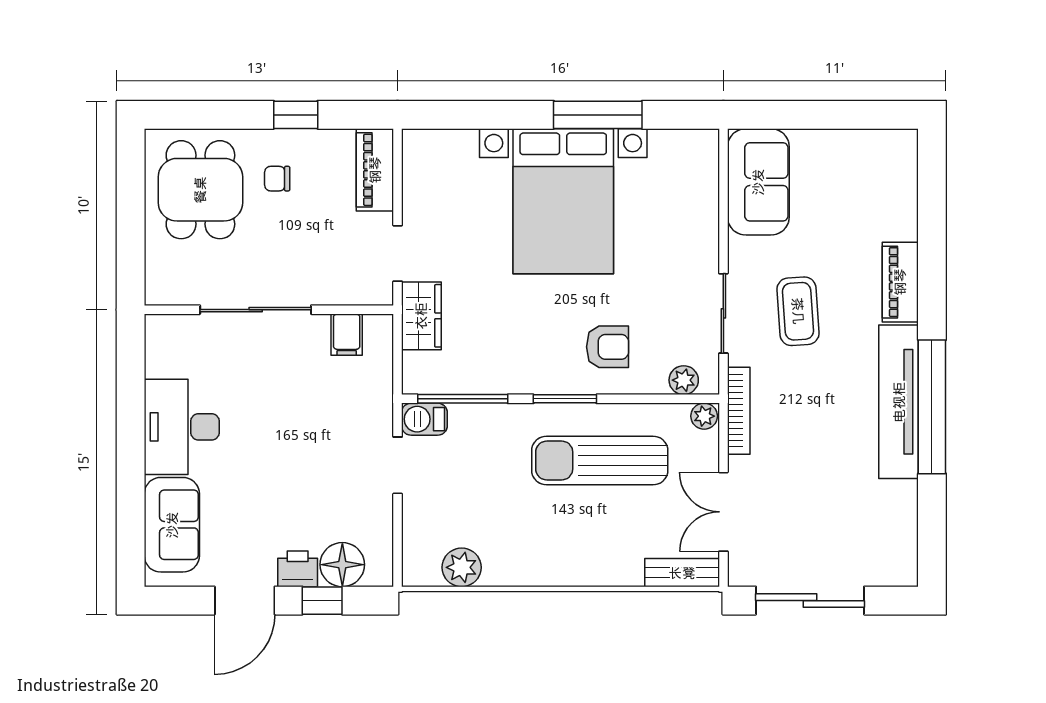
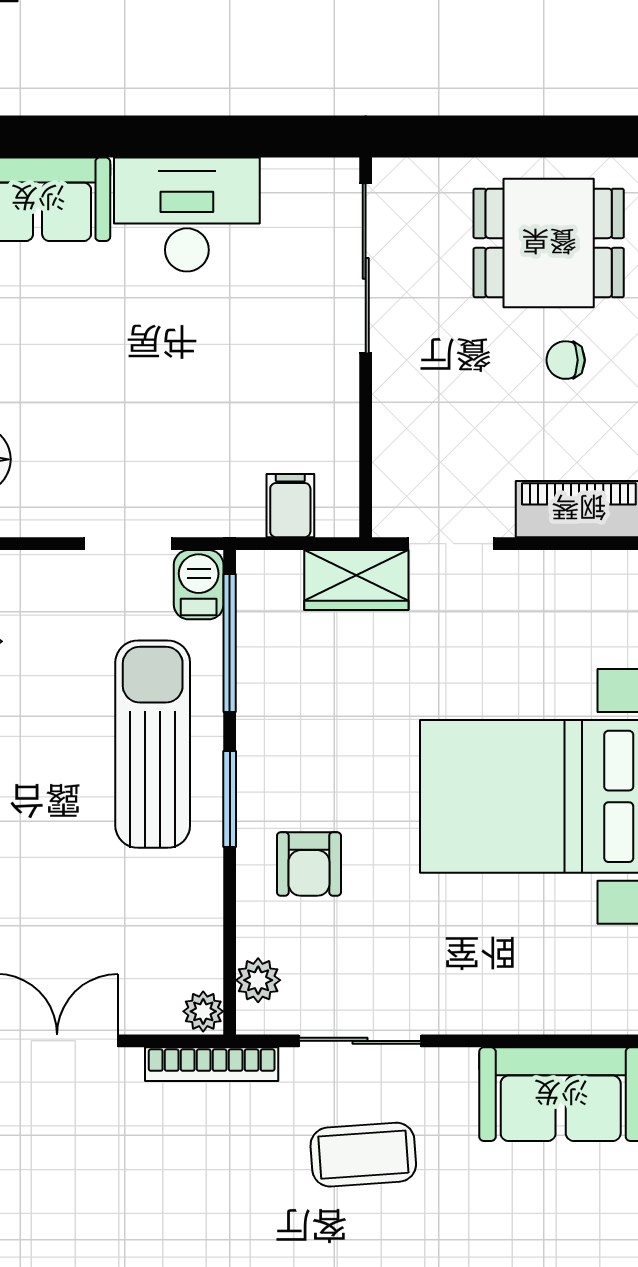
chair: (277, 179) -> (566, 360), turned -90
sliding door: (256, 310) -> (366, 268), moved
filing cabinet: (347, 335) -> (290, 506), moved, turned 90
sun lounger: (600, 460) -> (153, 744), moved

